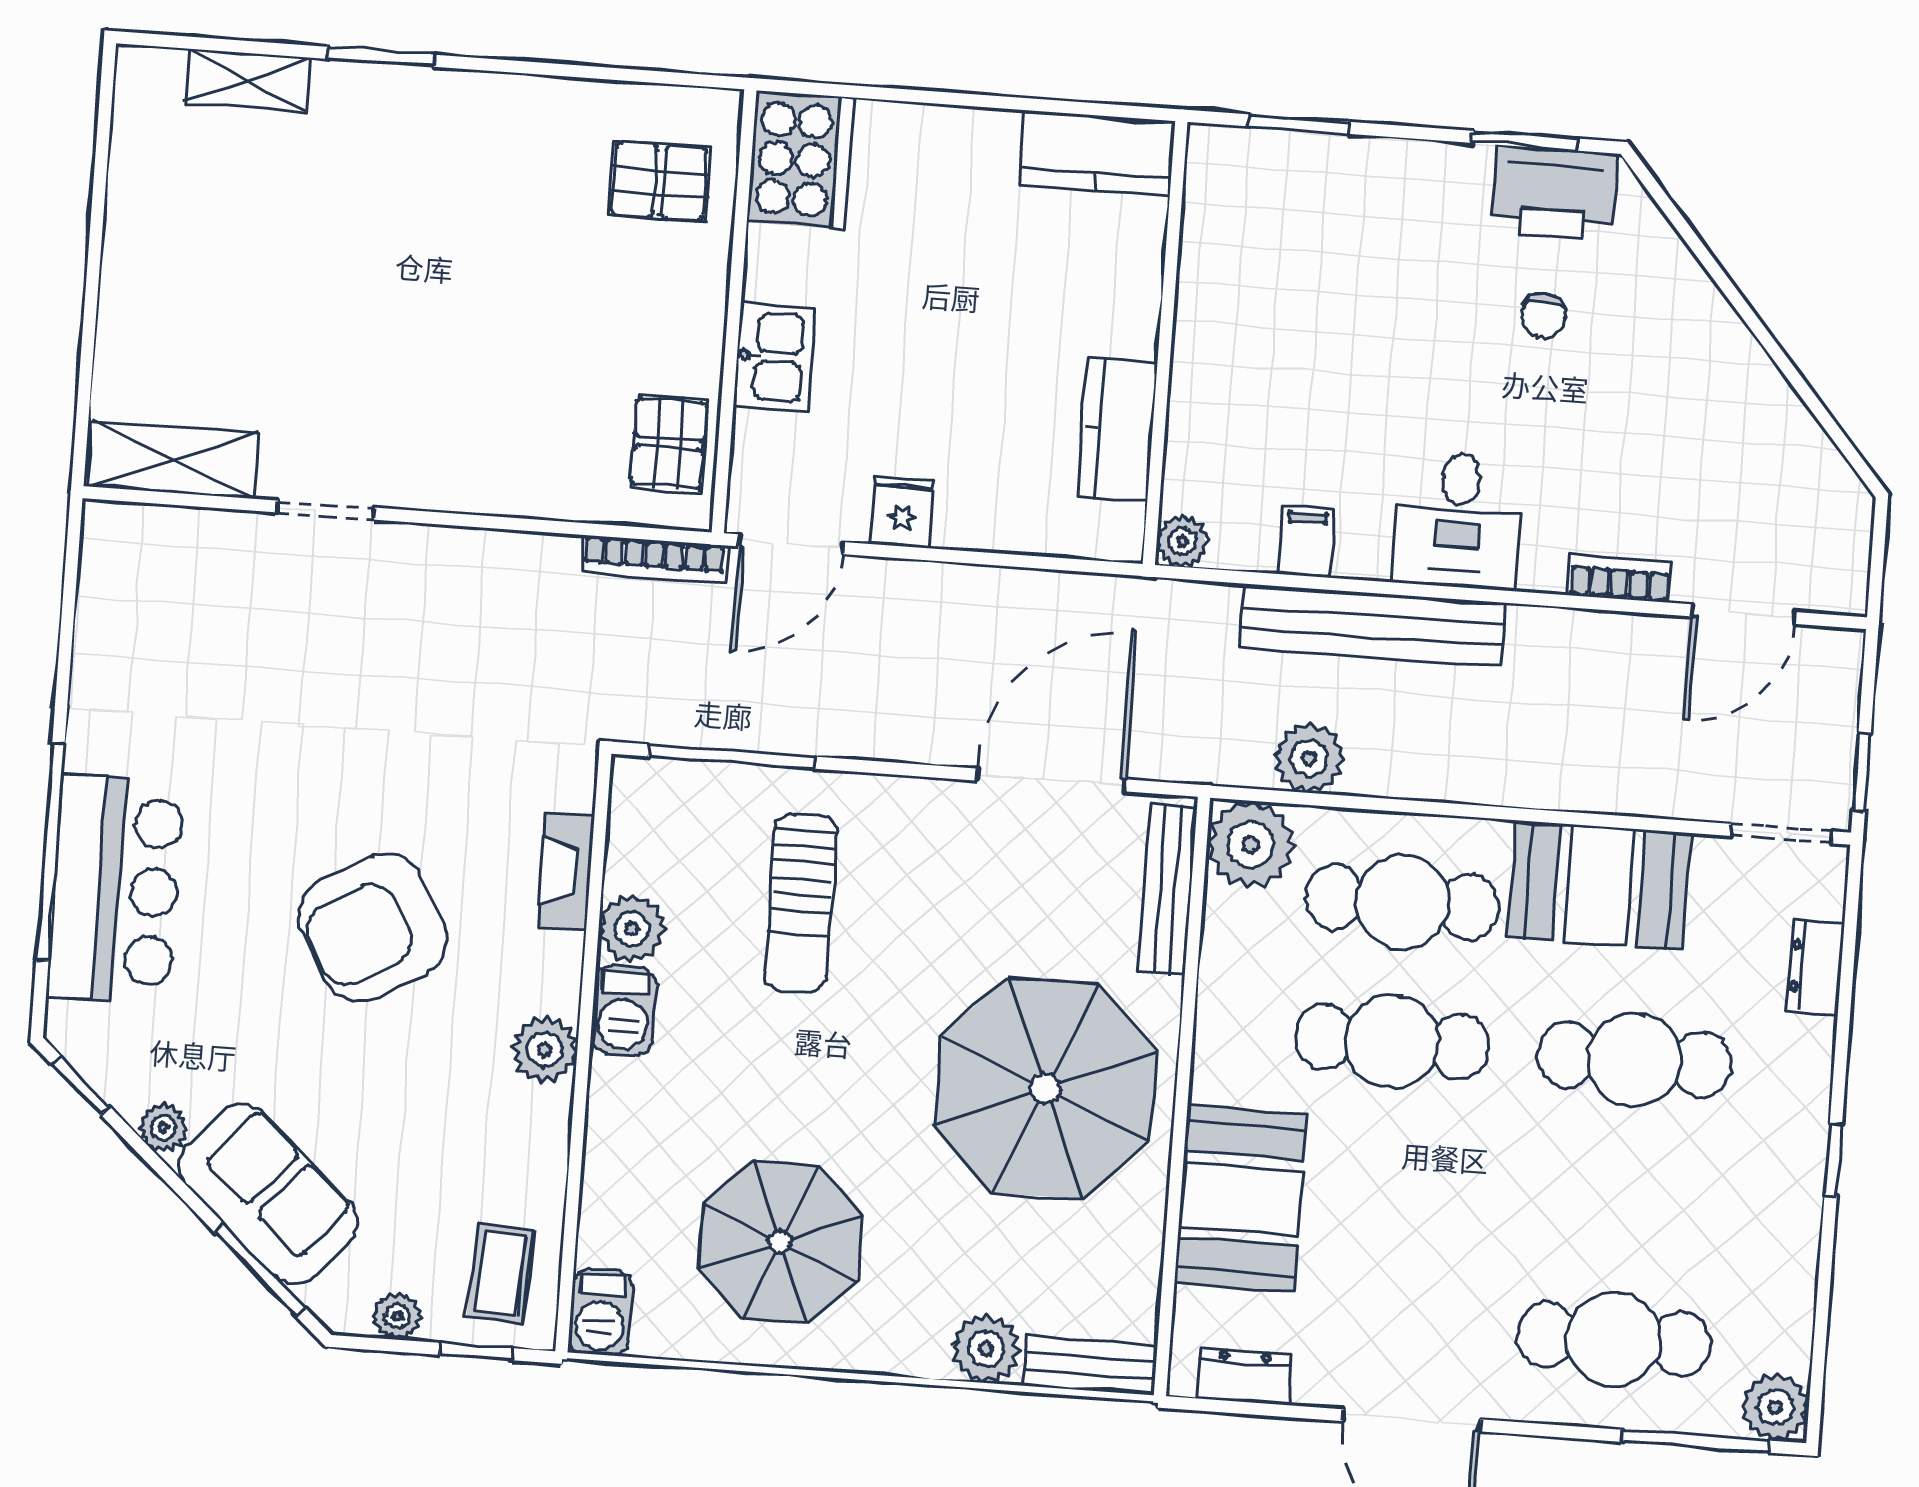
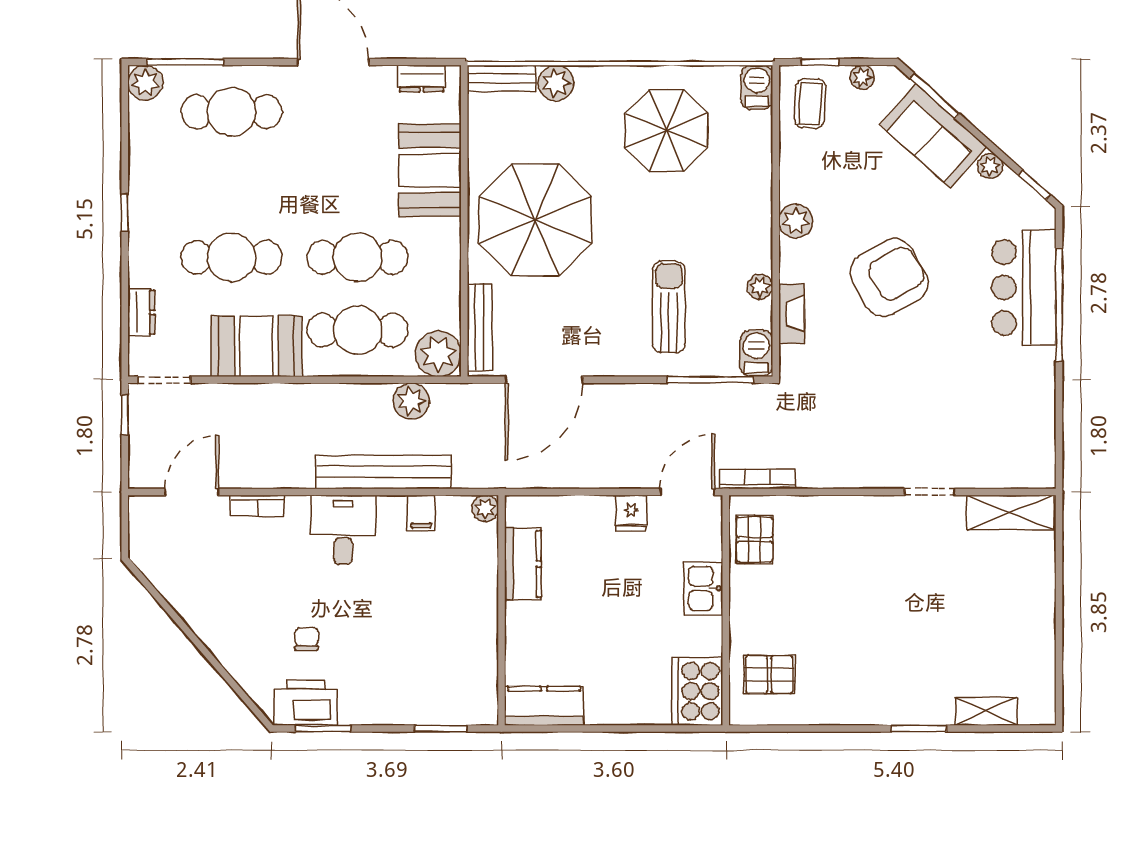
plant: (632, 929) -> (760, 287), width x0.73, depth x0.73
barbecue: (624, 1011) -> (756, 353), moved

